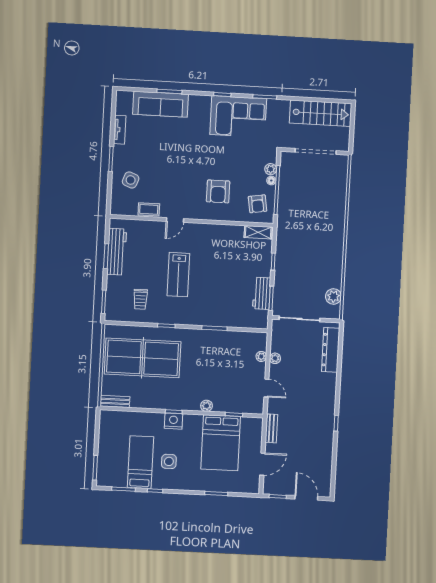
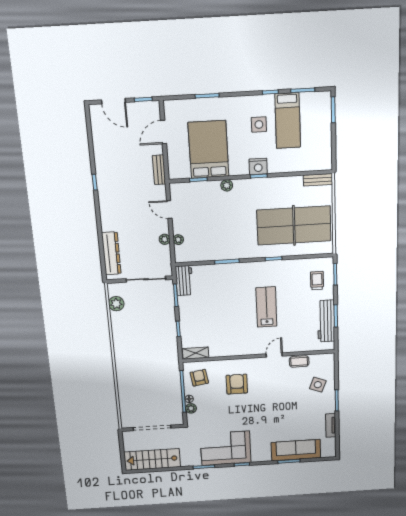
workbench: (262, 293) -> (184, 281), moved
trolley: (140, 299) -> (317, 281), moved

